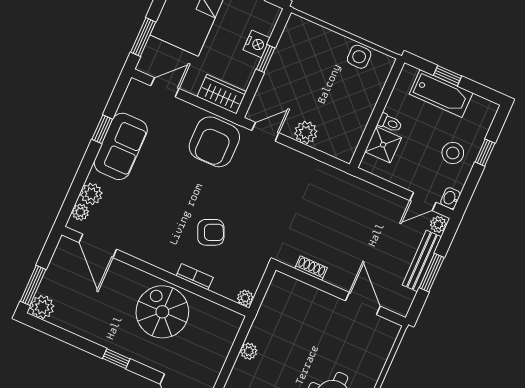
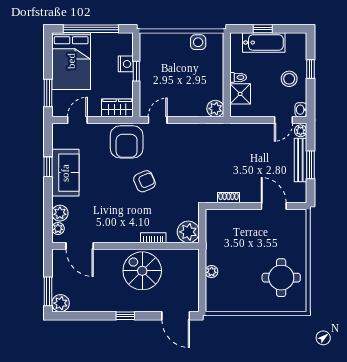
plant: (306, 132) -> (215, 109), moved
armchair: (211, 232) -> (144, 181), moved
plant: (245, 298) -> (188, 232), width x1.88, depth x1.88

